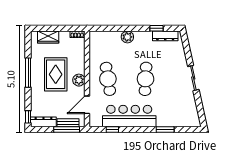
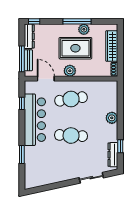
wardrobe: (48, 37) -> (112, 46), width x1.50
plant: (36, 66) -> (84, 29), added
sliding door: (193, 78) -> (91, 178), moved

